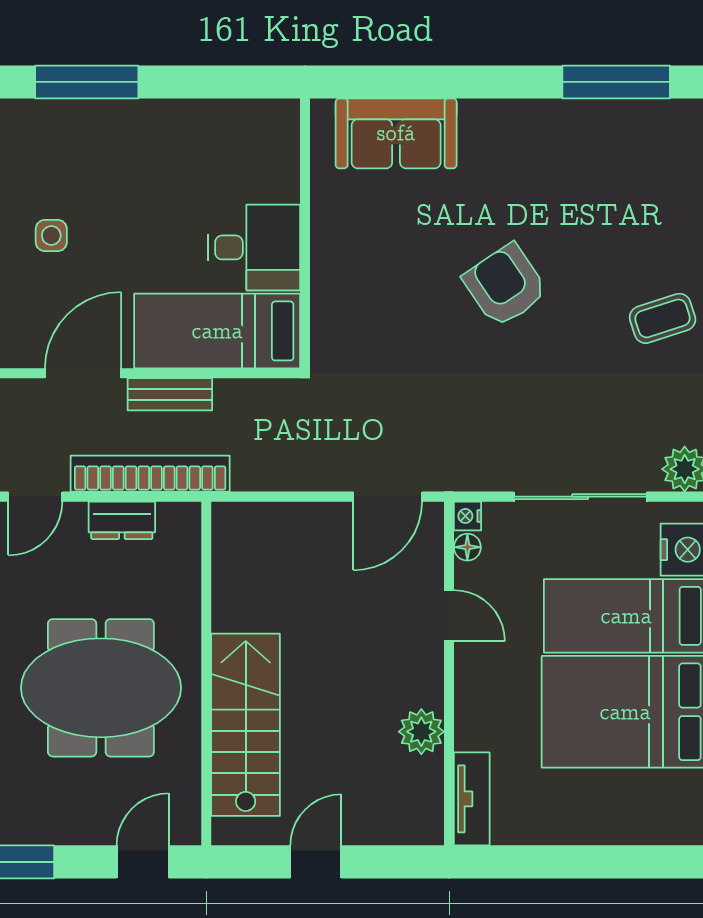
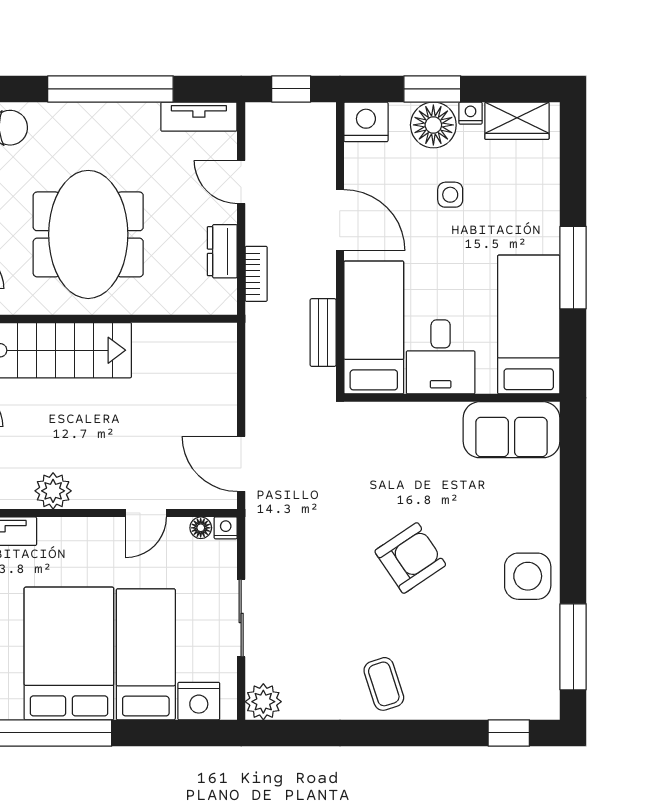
window: (87, 82) -> (573, 268), moved
sofa: (396, 133) -> (511, 430), moved, turned -90
bed: (213, 137) -> (529, 325), added
side table: (528, 139) -> (528, 576), added
bench: (170, 394) -> (323, 333), moved
bookcase: (150, 474) -> (256, 274), width x0.43, depth x0.76
sliding door: (580, 497) -> (241, 618), width x0.73

